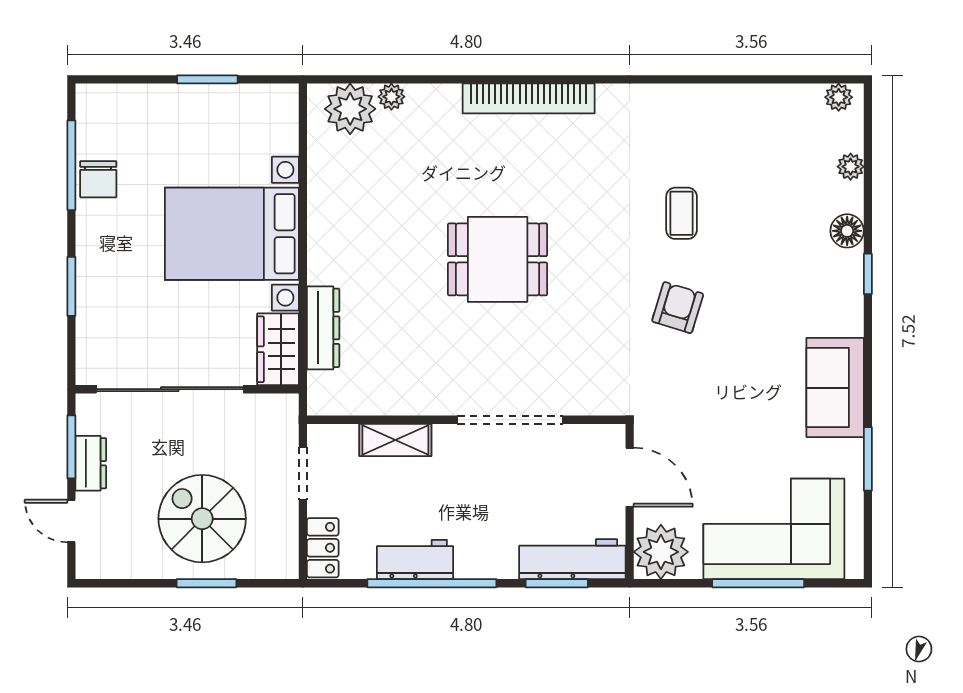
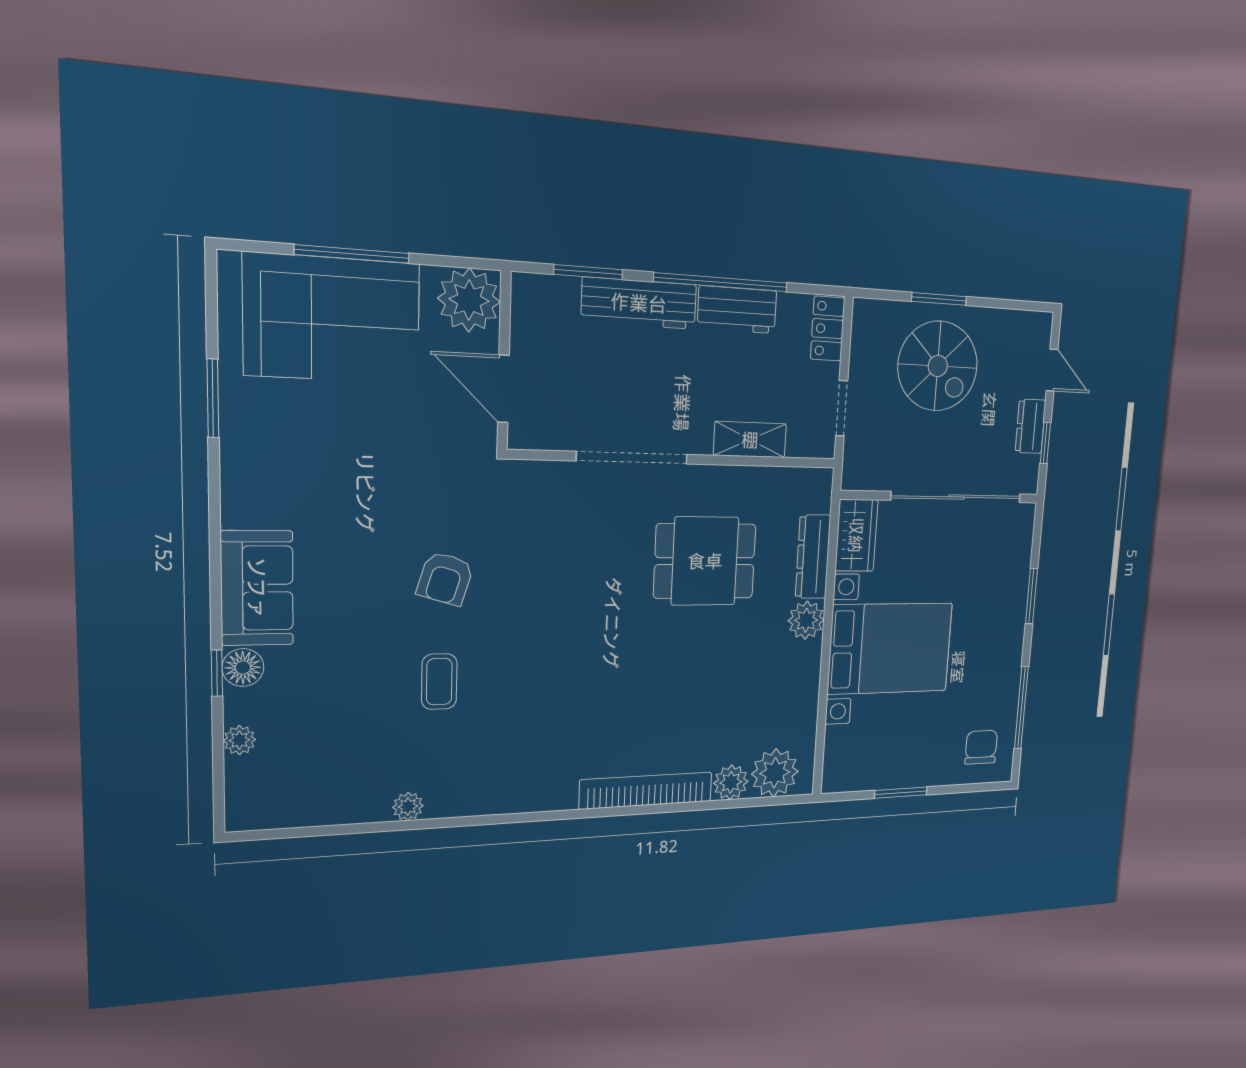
plant: (391, 97) -> (731, 782), width x1.38, depth x1.38
plant: (839, 97) -> (408, 807), moved
bookcase: (529, 98) -> (646, 791), moved
chair: (98, 179) -> (981, 747), moved
dining table: (498, 259) -> (705, 561), moved
plant: (326, 264) -> (806, 620), added
window: (868, 274) -> (217, 673), moved
sofa: (835, 388) -> (257, 588), moved
window: (71, 447) -> (1045, 443), width x0.67
workbench: (572, 559) -> (639, 303), moved

